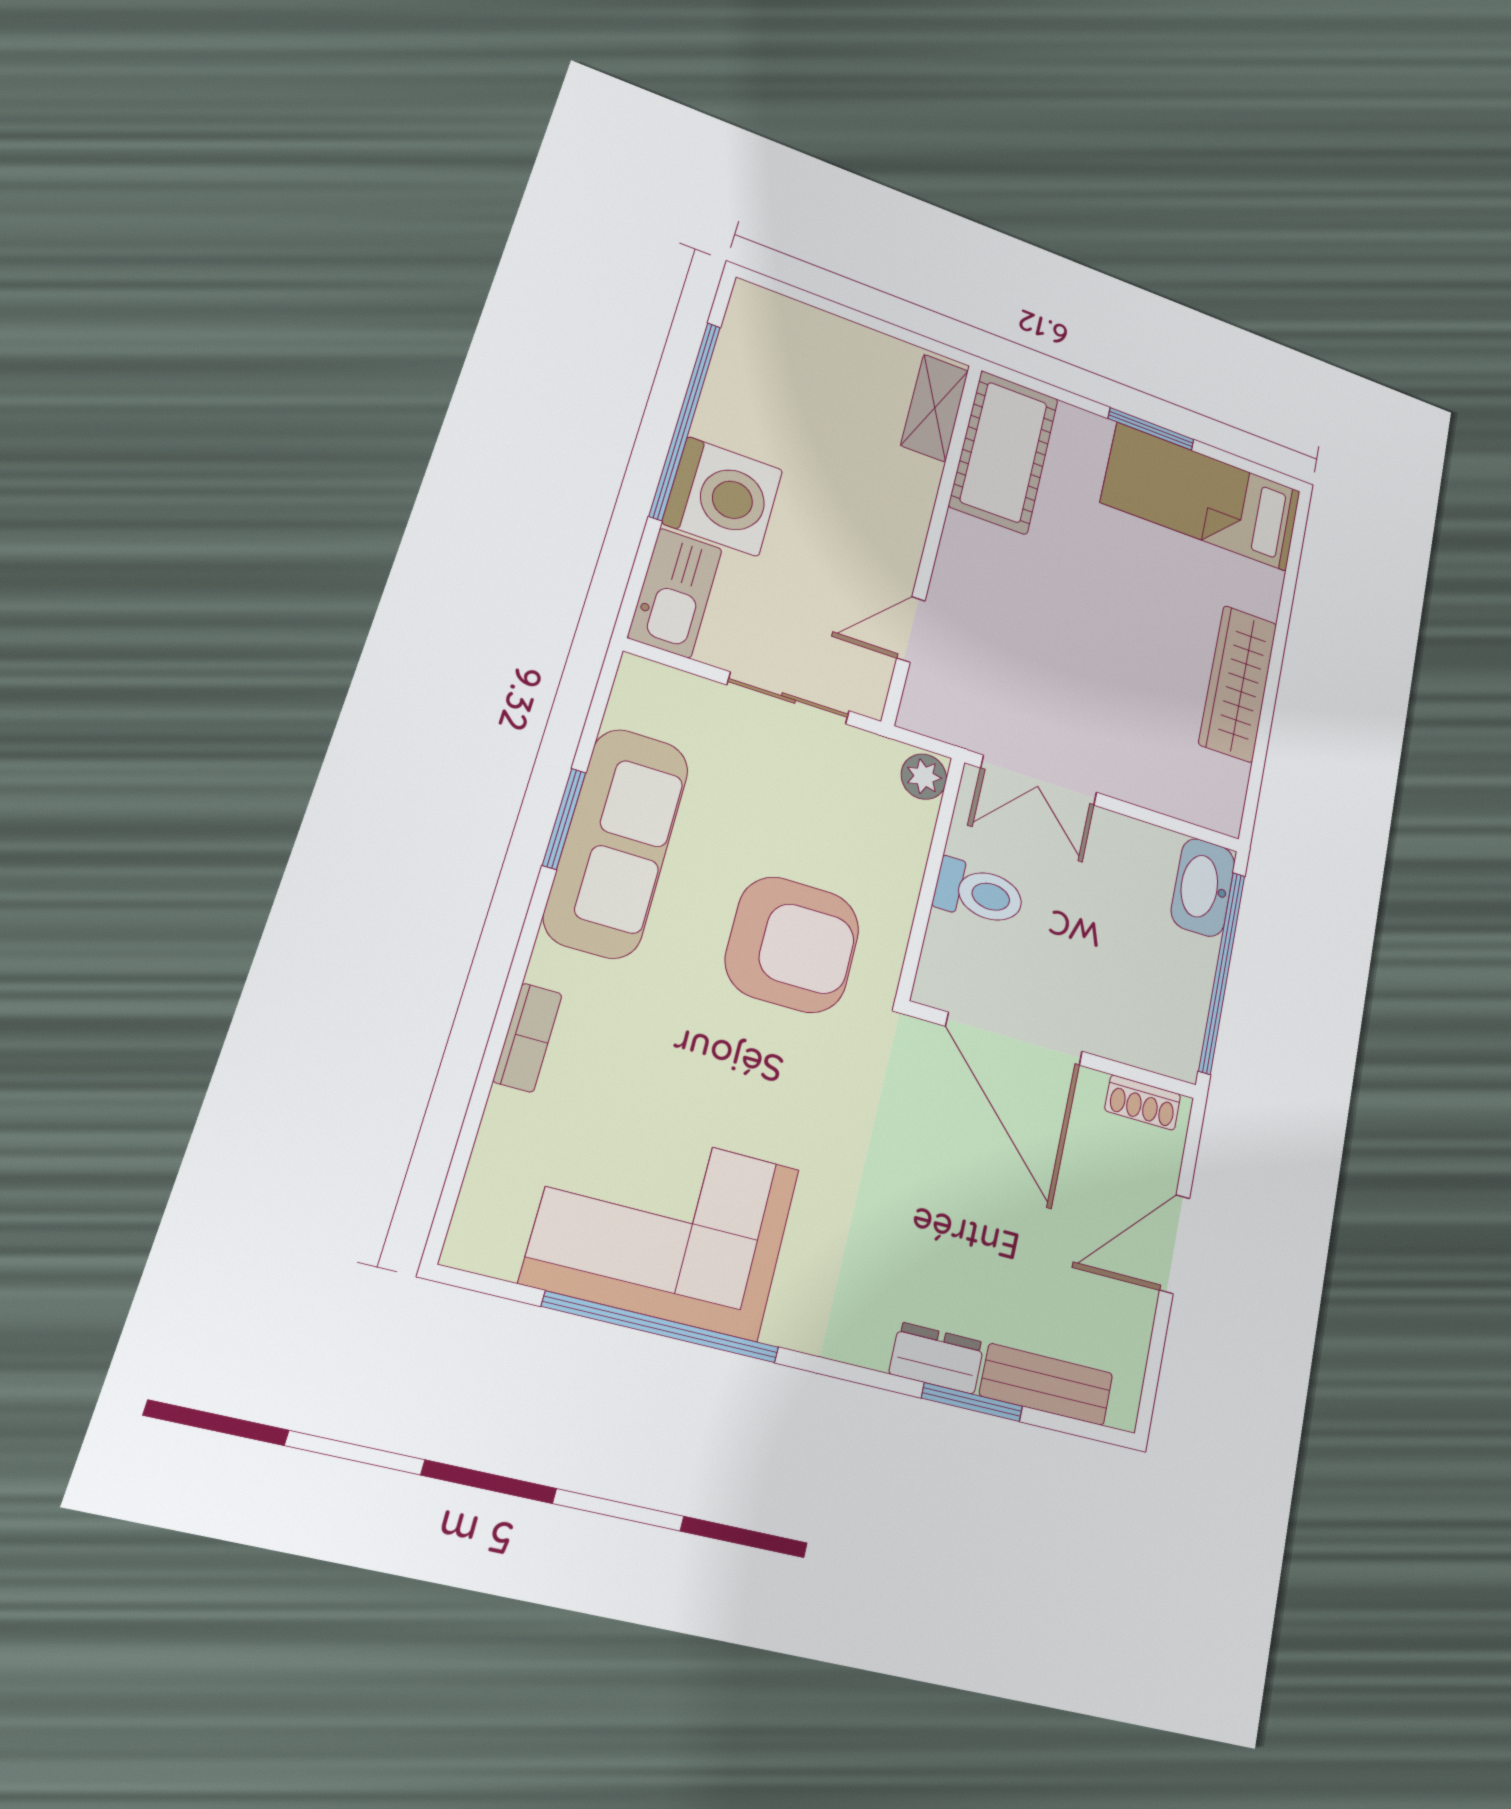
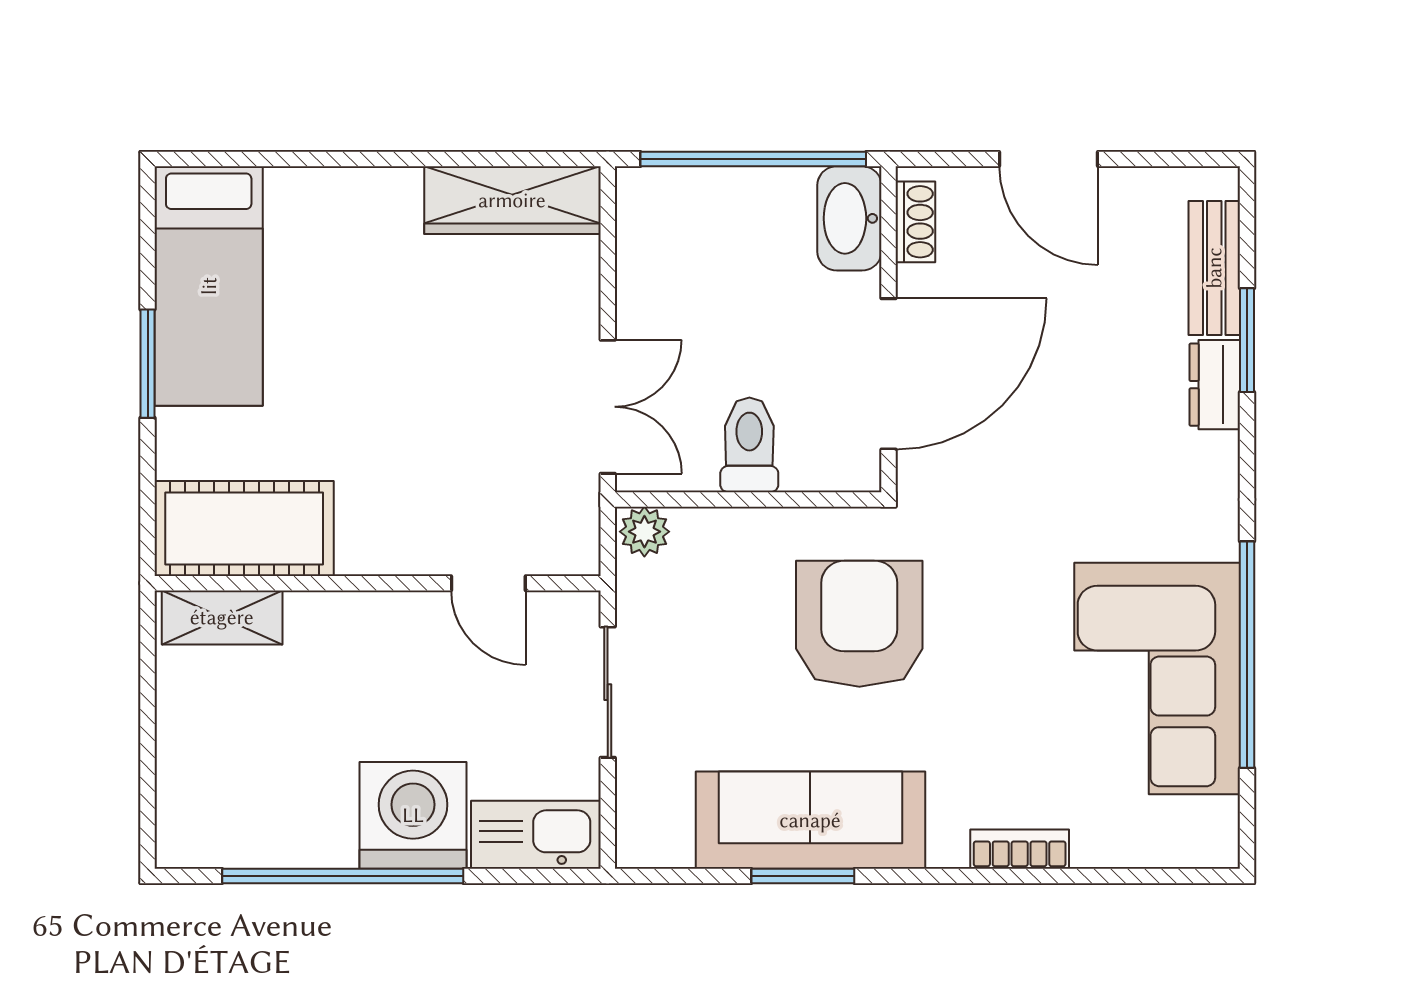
wardrobe: (1238, 683) -> (512, 200), moved
washbasin: (1203, 887) -> (849, 218), moved, turned 90

